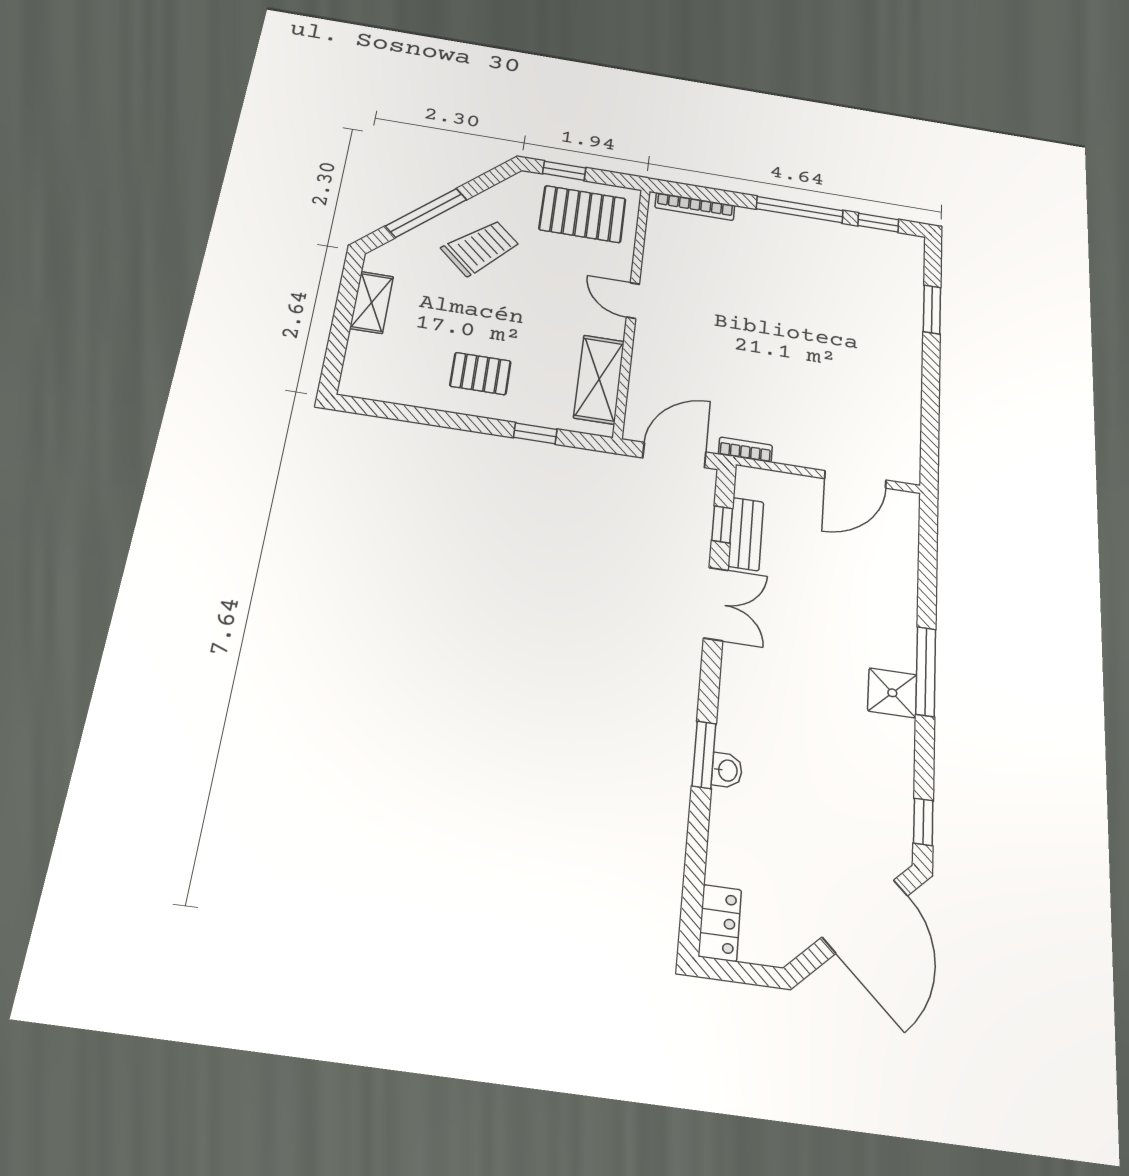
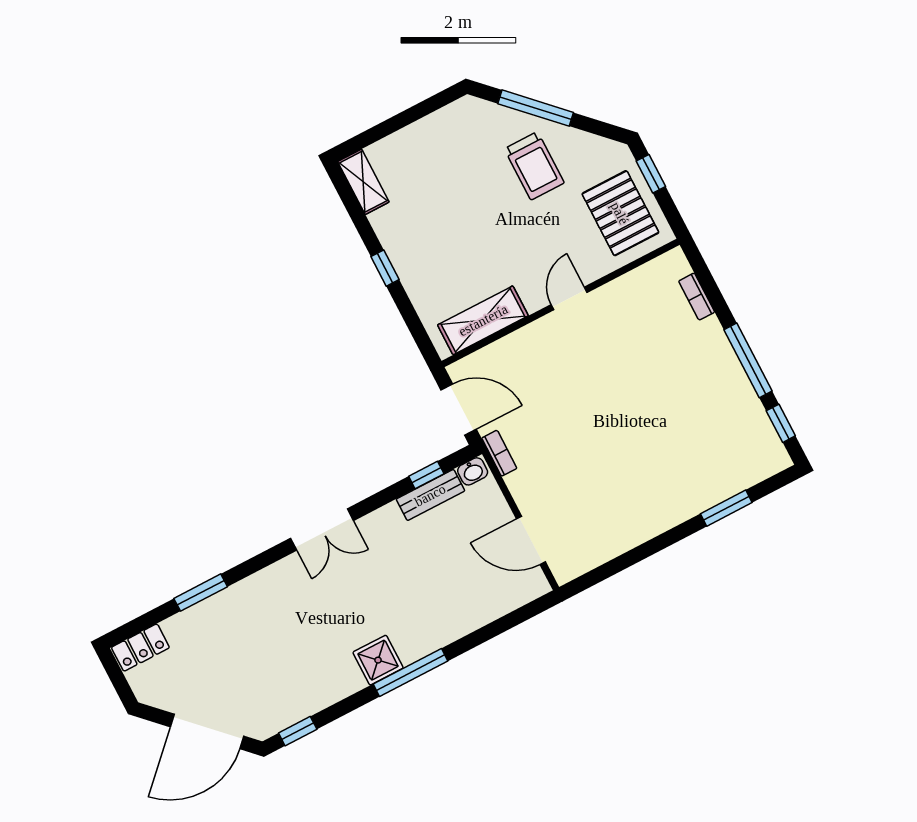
bookcase: (695, 206) -> (697, 297), width x0.64
trolley: (481, 248) -> (534, 166), turned 45
shelving: (372, 302) -> (363, 182), moved, turned 90
pallet: (480, 374) -> (427, 240), removed
window: (535, 433) -> (385, 268), moved
double door: (716, 604) -> (322, 529), moved
window: (704, 755) -> (201, 593), moved
washbasin: (727, 770) -> (473, 471), moved

